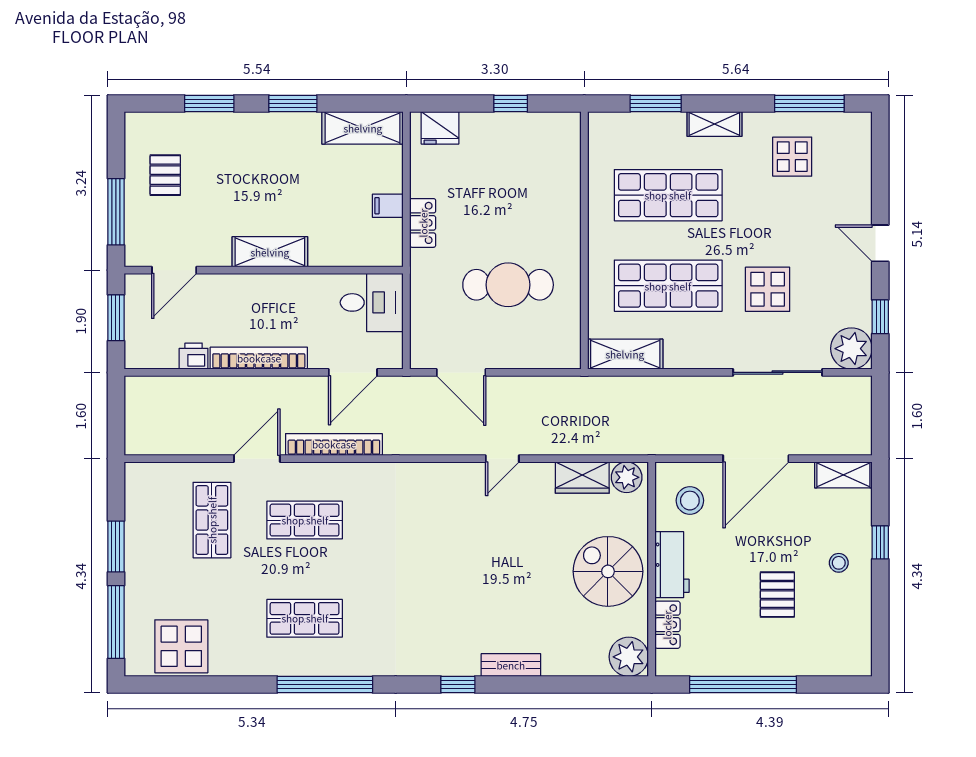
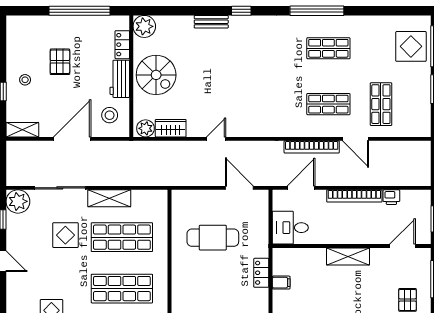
shelving: (625, 354) -> (109, 198), moved
door: (257, 459) -> (355, 139), hinge flipped
display table: (181, 646) -> (411, 46), moved

